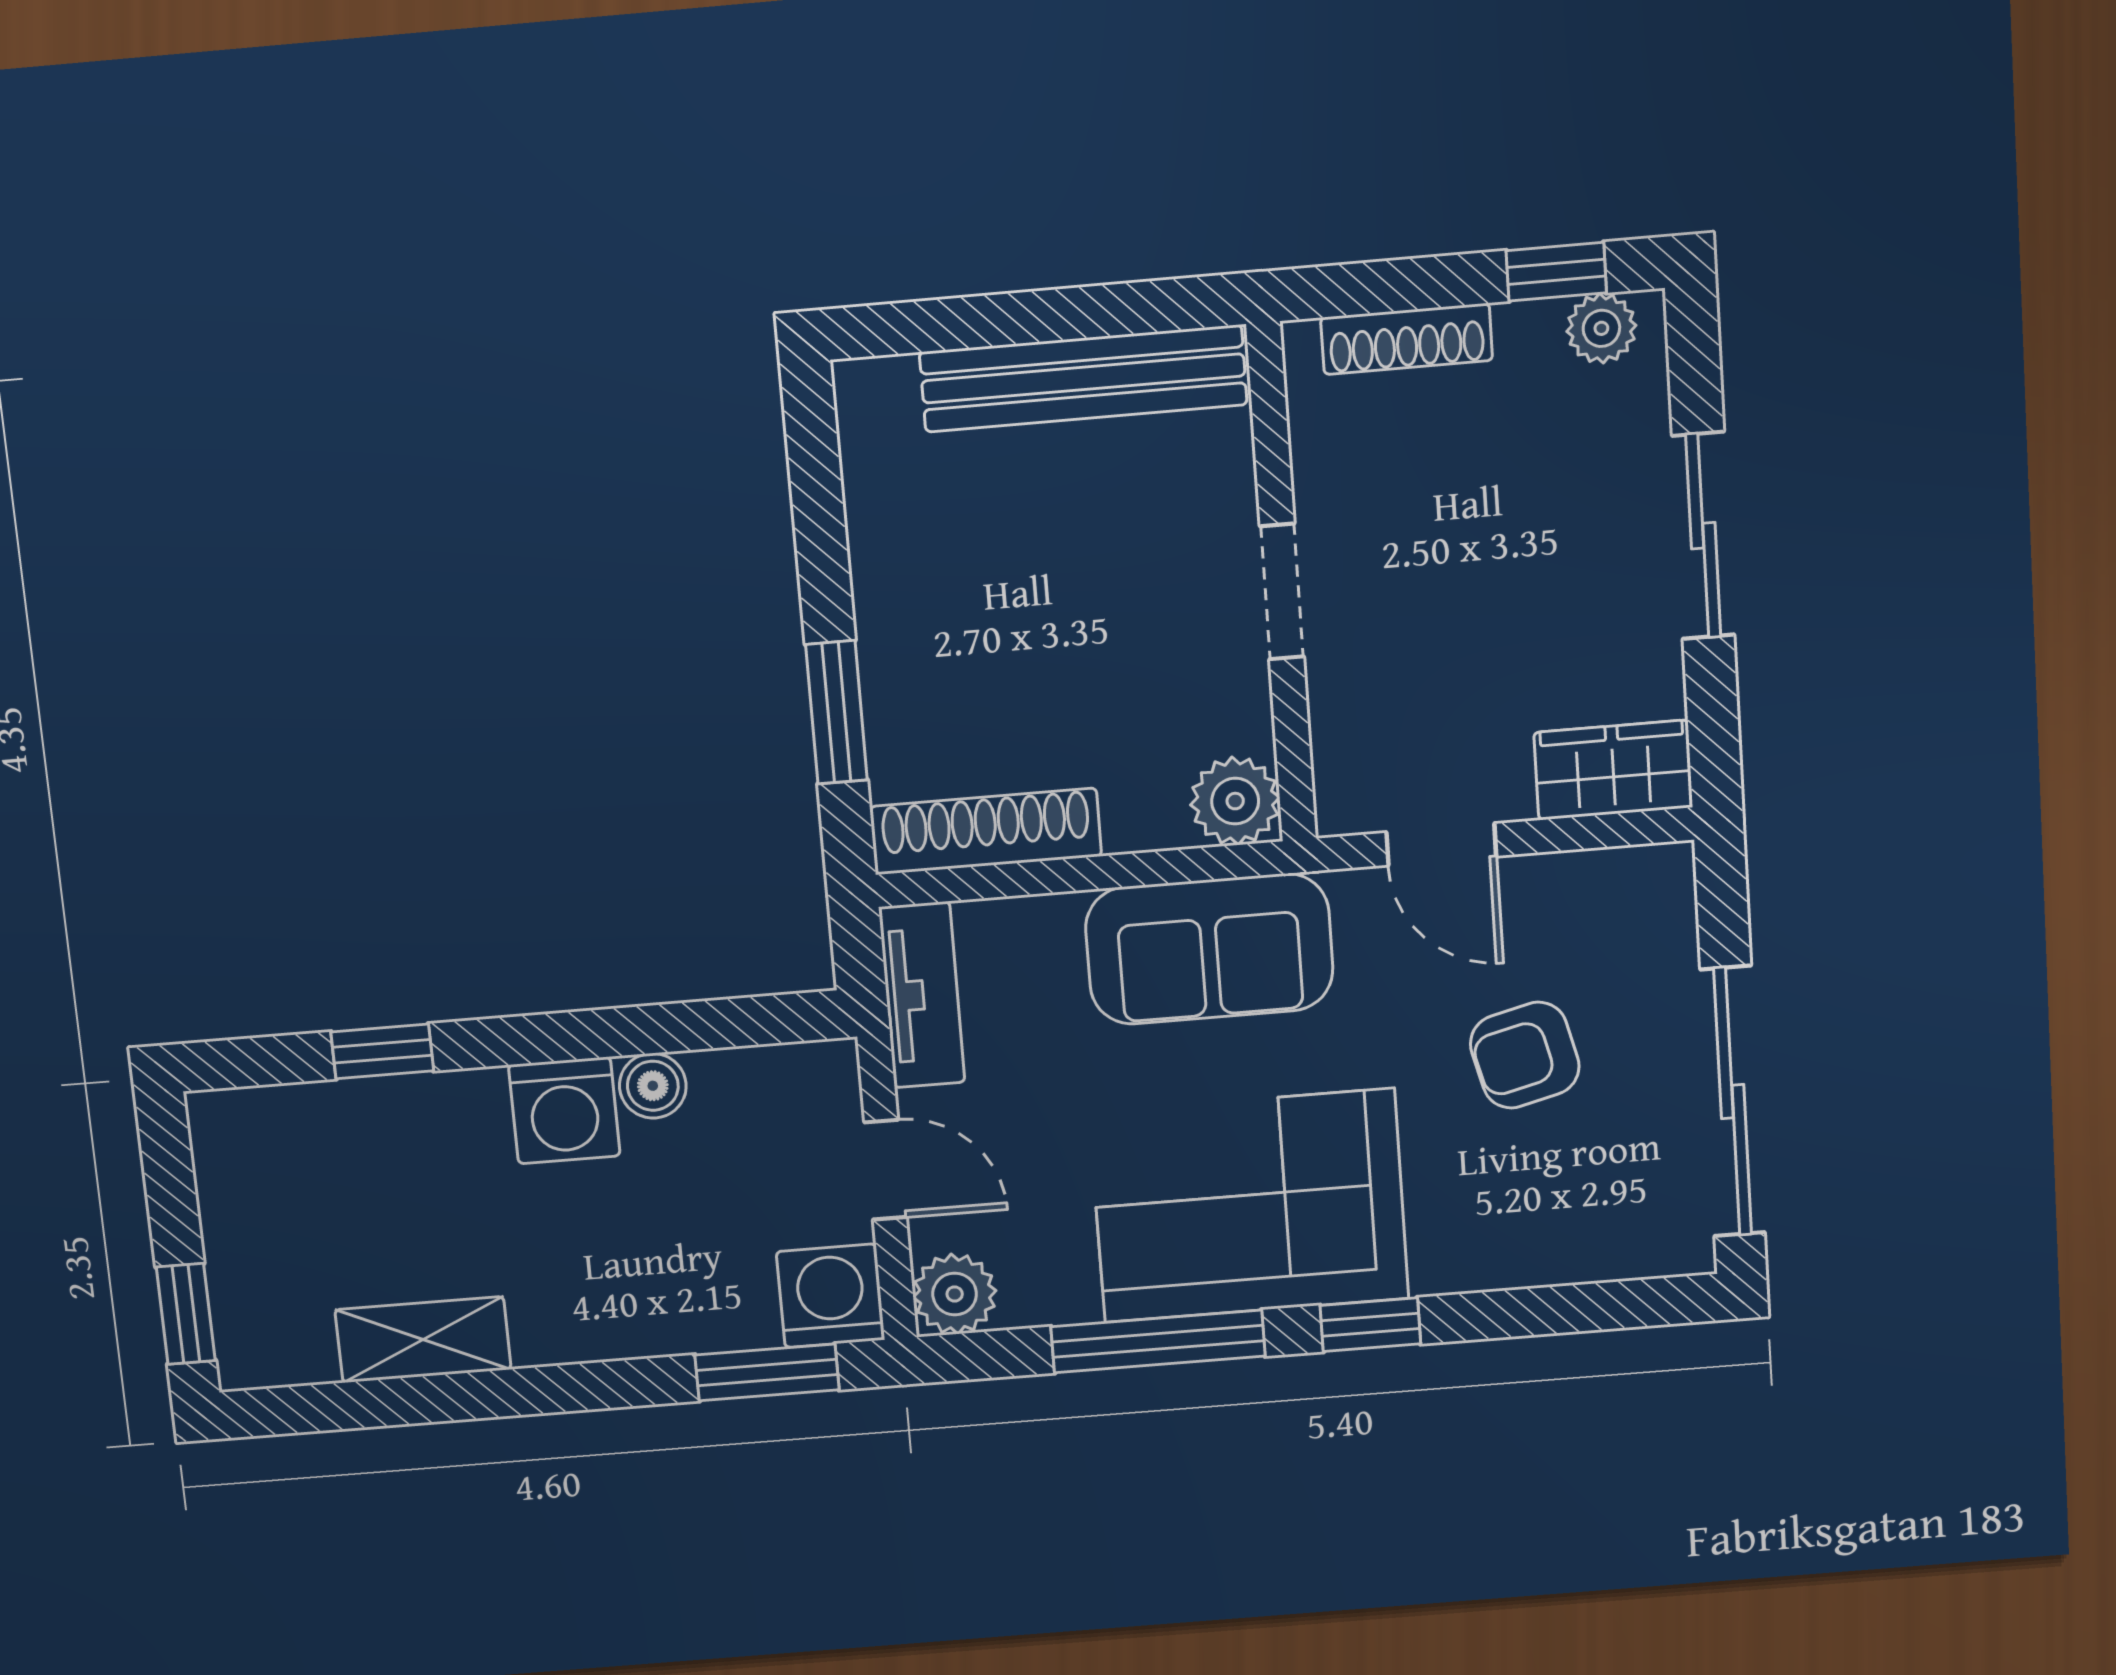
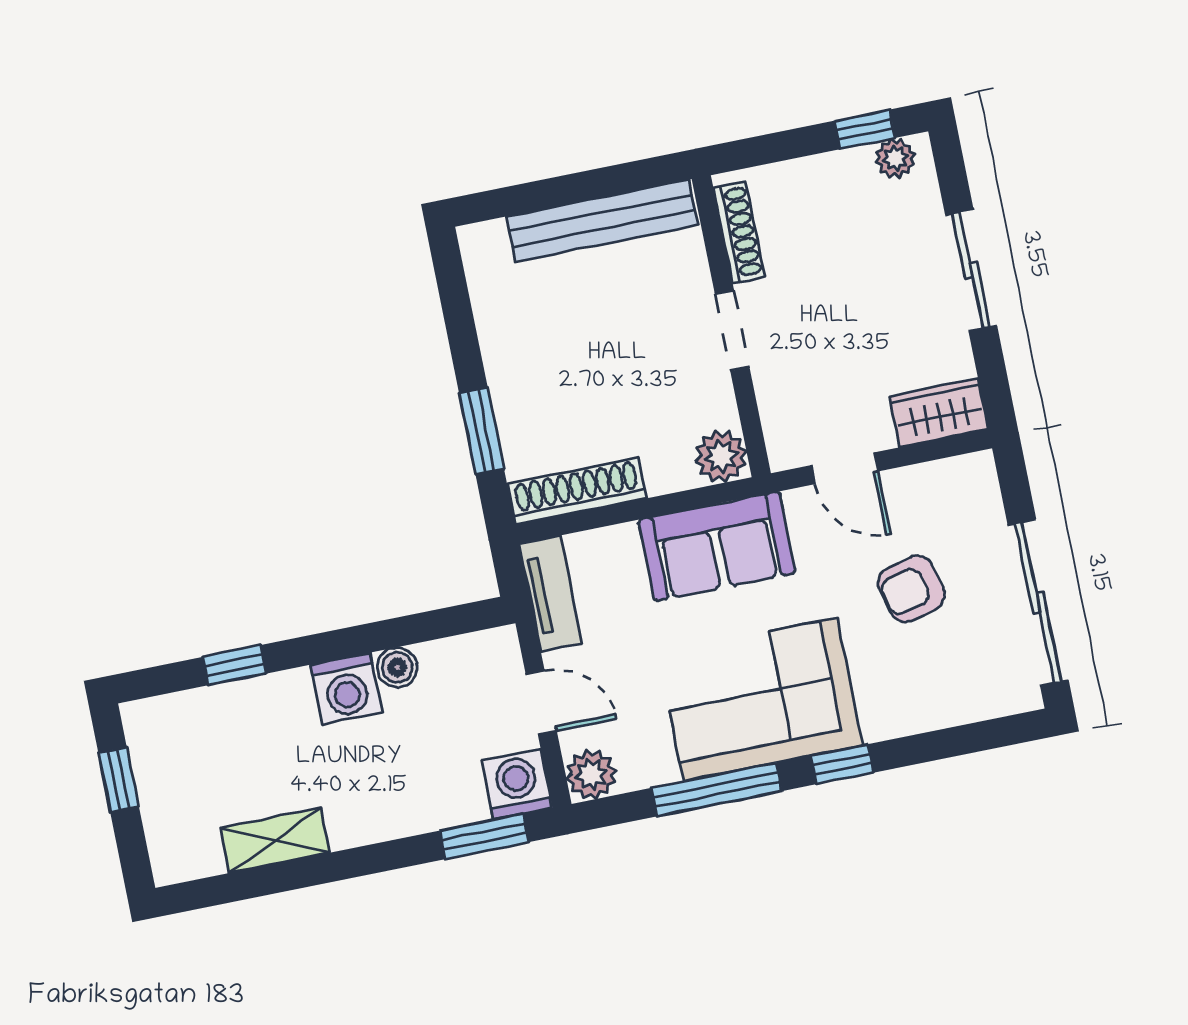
shoe rack: (1407, 339) -> (739, 232), moved, turned -90
window: (186, 1314) -> (119, 780), moved

